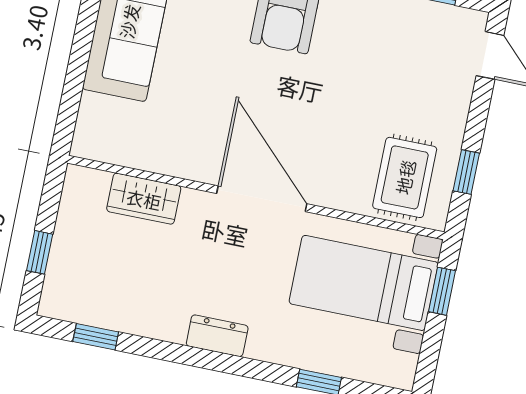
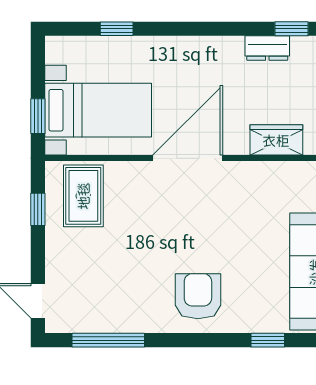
door: (262, 199) -> (188, 158), swing flipped
dresser: (217, 336) -> (267, 48), moved

